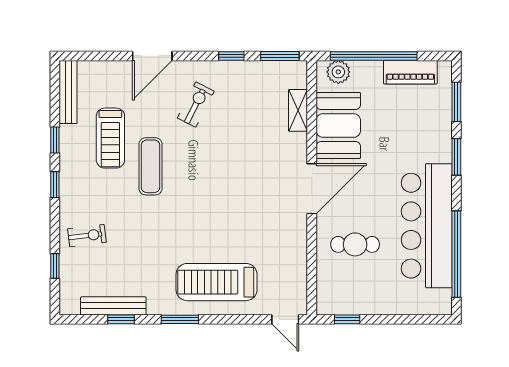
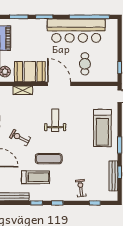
weight bench: (233, 180) -> (55, 120), added

